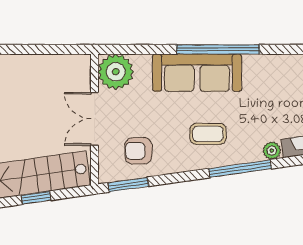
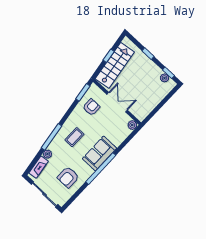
plant: (116, 72) -> (132, 125), width x0.53, depth x0.53
sofa: (197, 73) -> (99, 153), width x0.73
armchair: (277, 87) -> (68, 177), added

